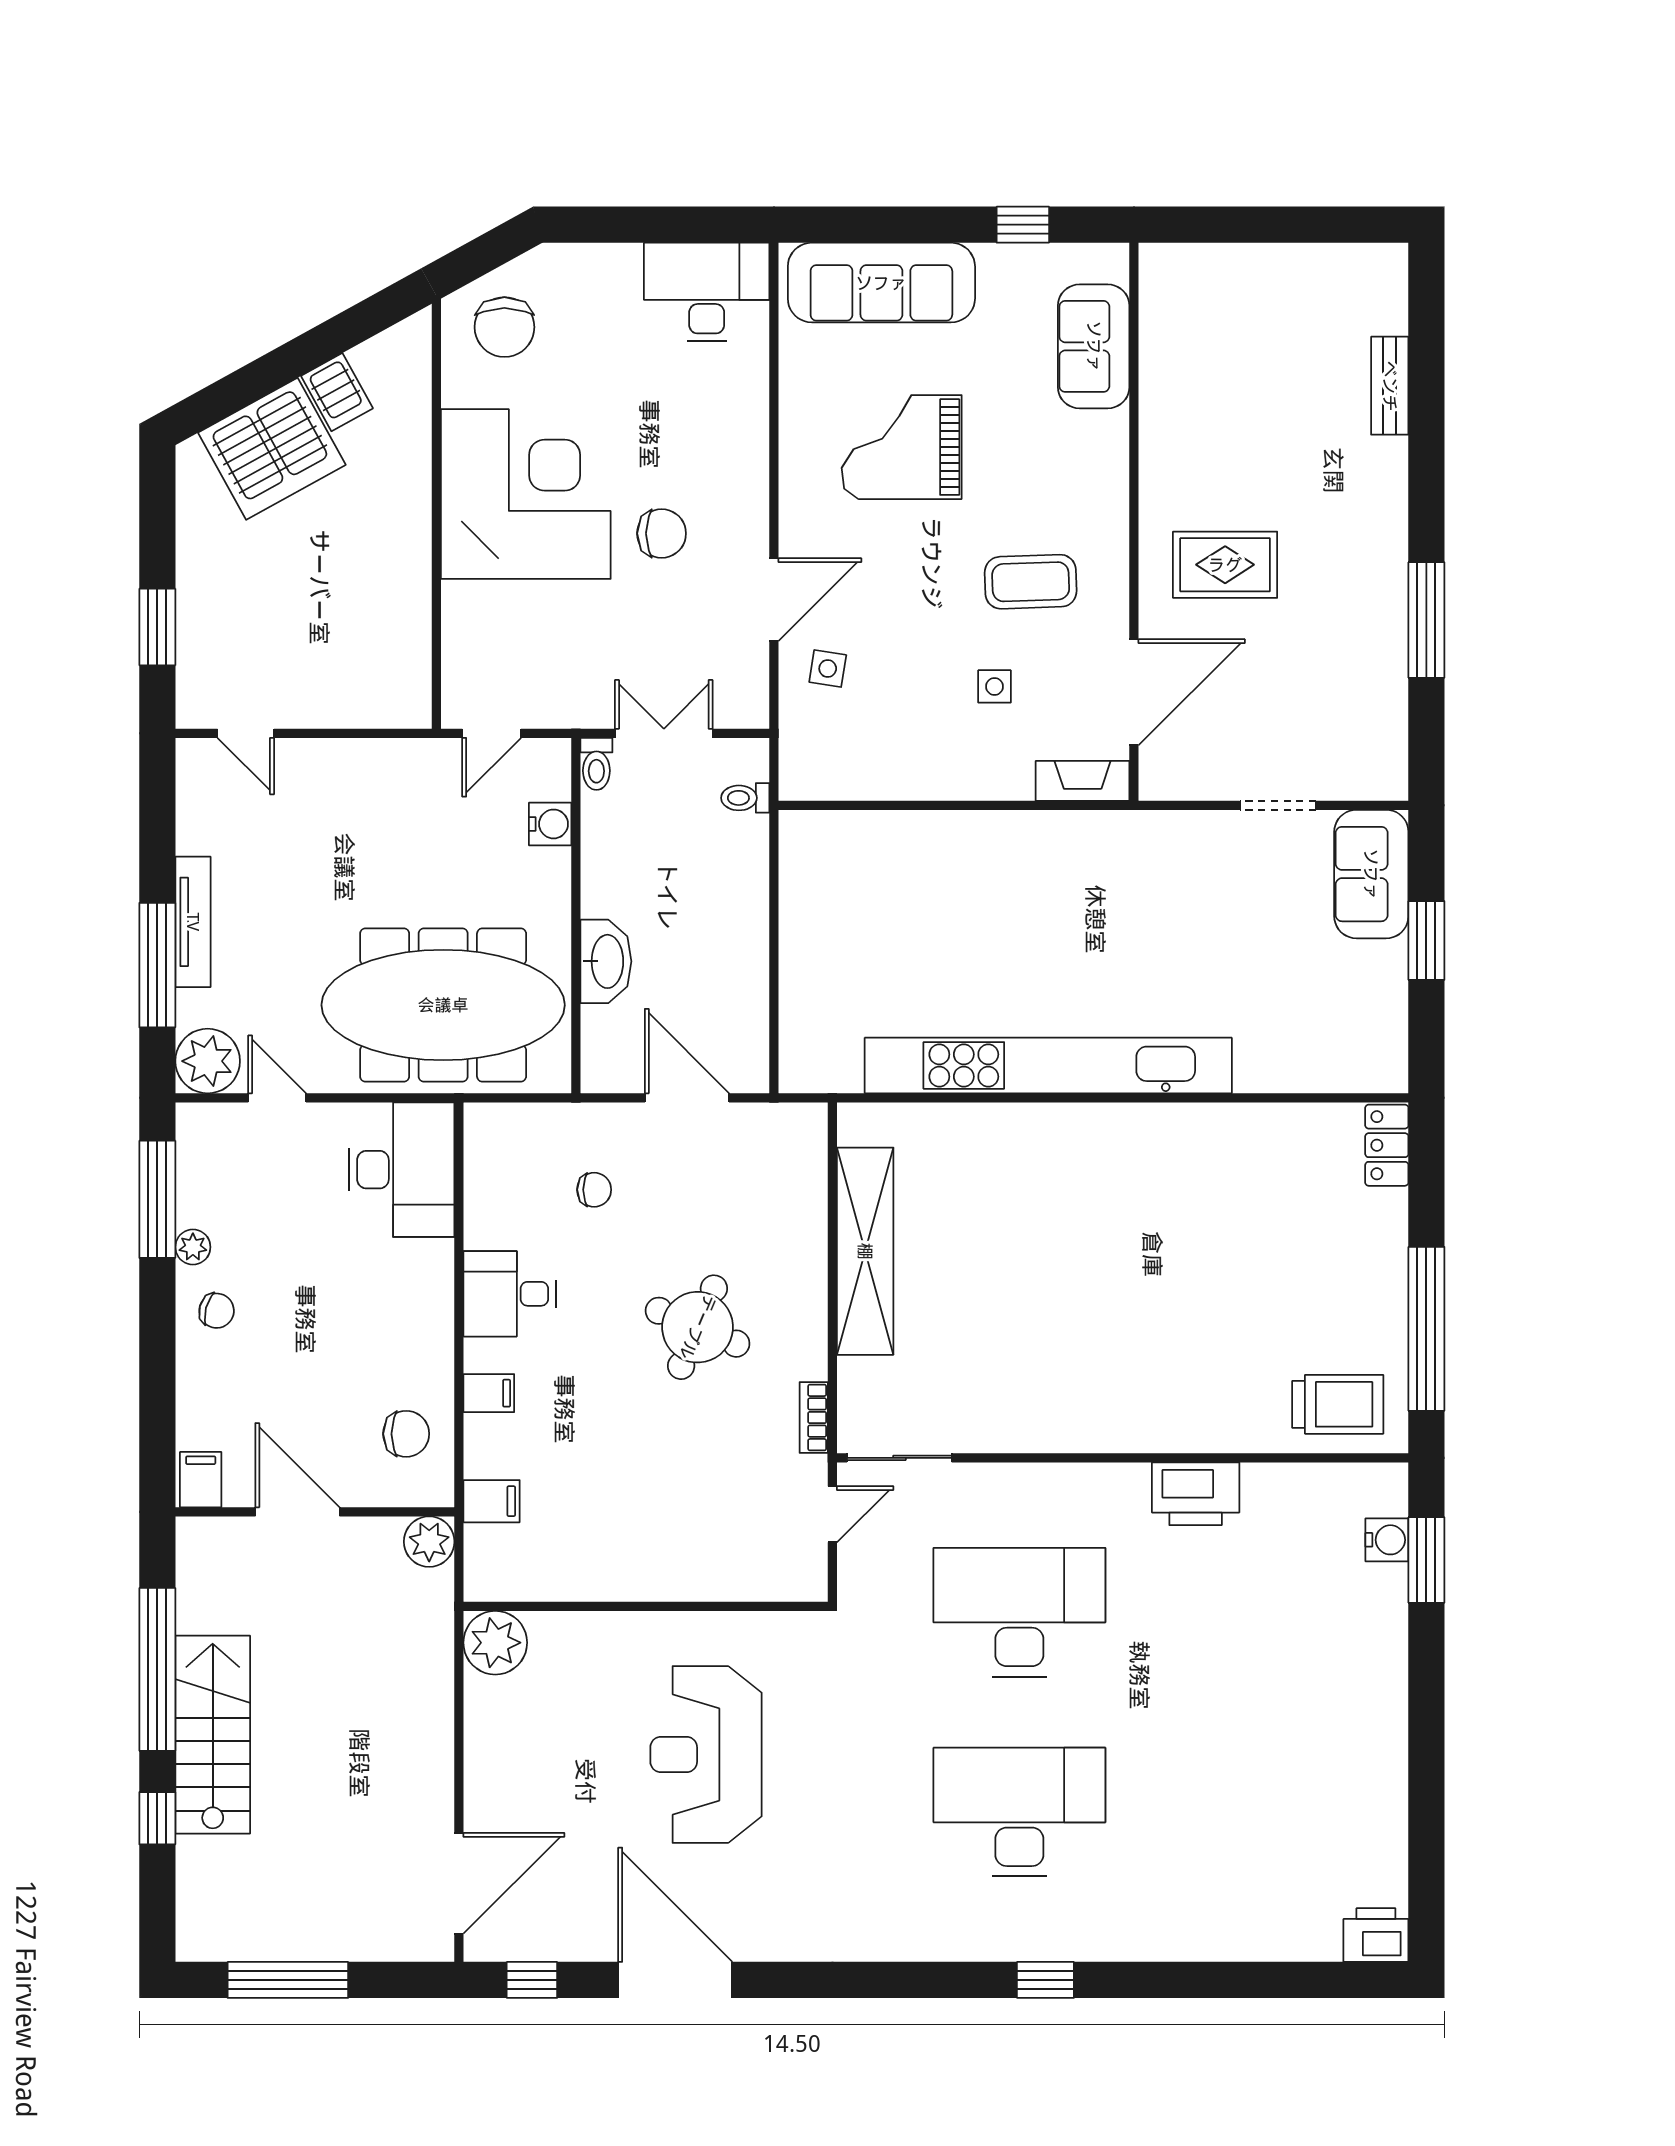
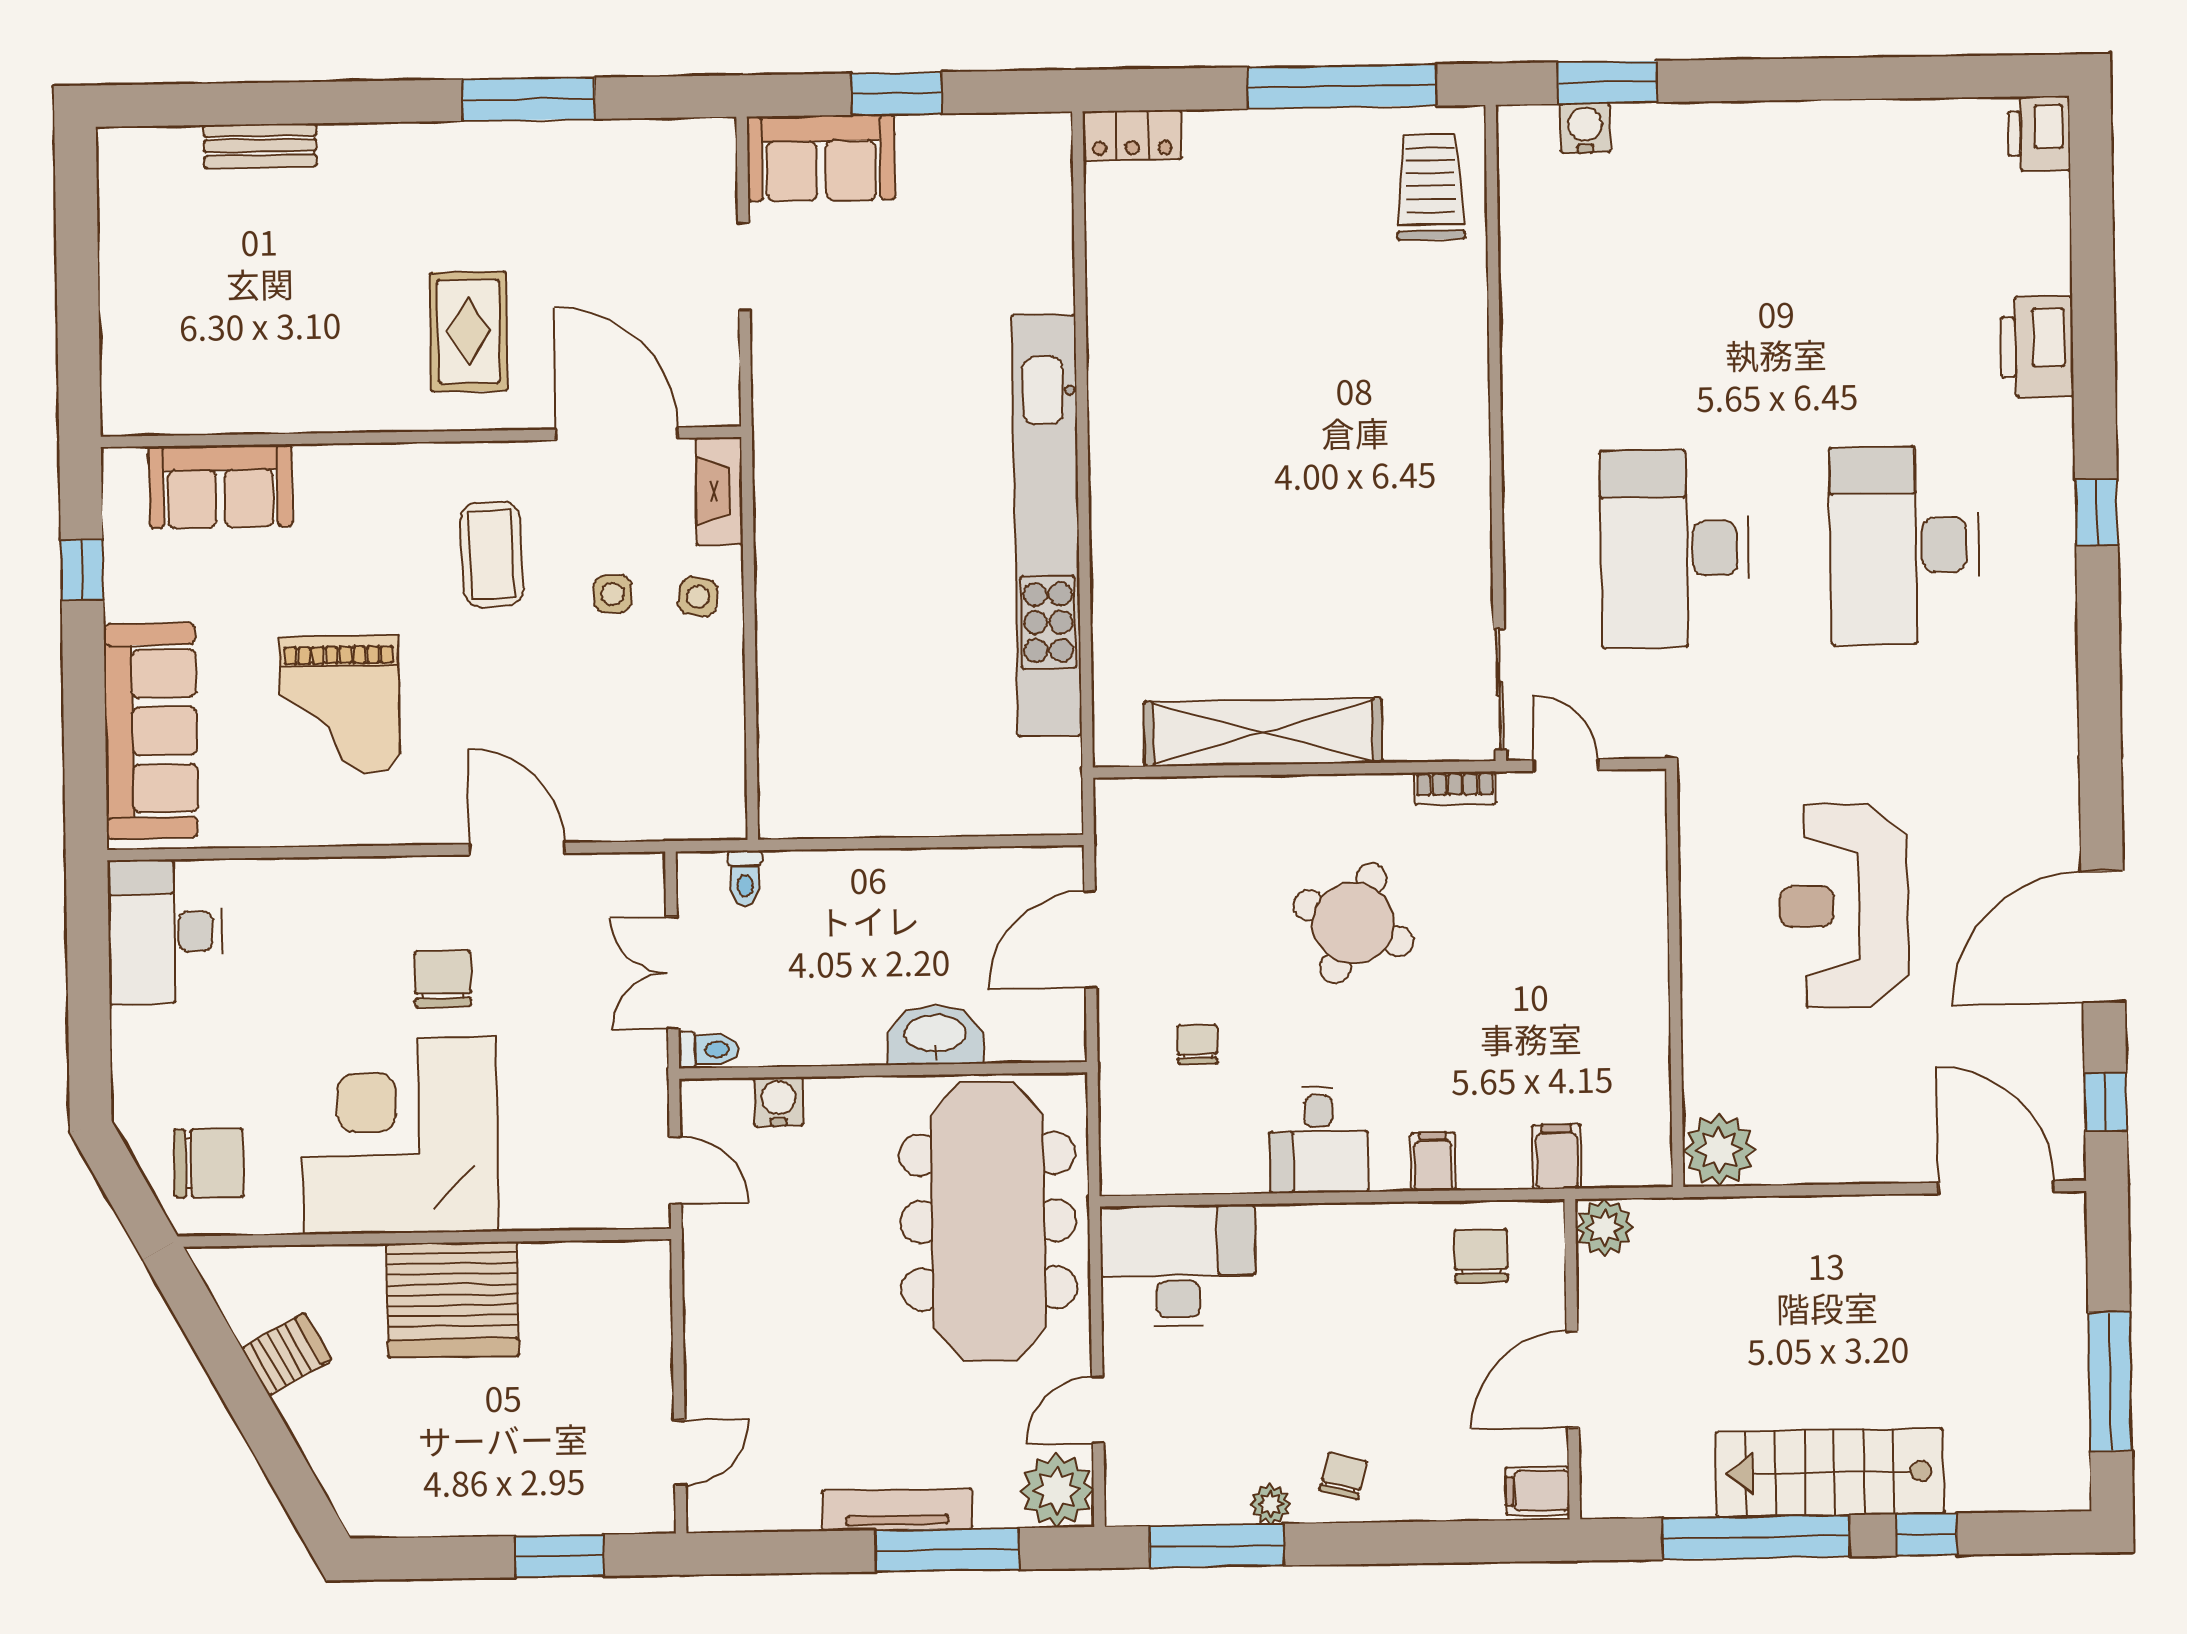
server rack: (272, 449) -> (453, 1300), moved, turned 119
side table: (828, 669) -> (698, 597), moved
printer: (1196, 1494) -> (2037, 347), moved, turned 180
reception desk: (706, 1755) -> (1844, 906), turned 90

